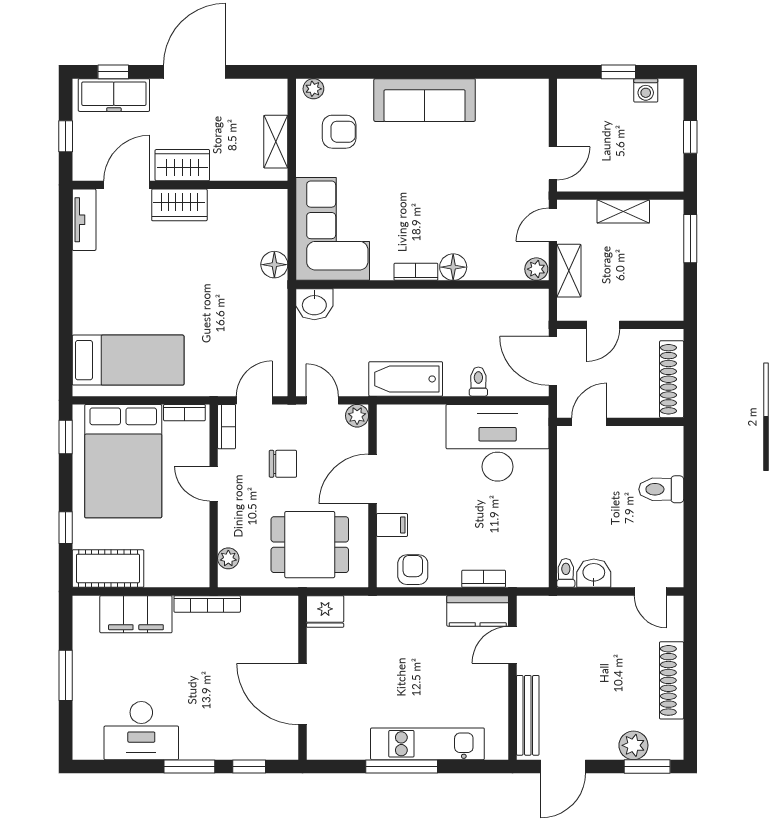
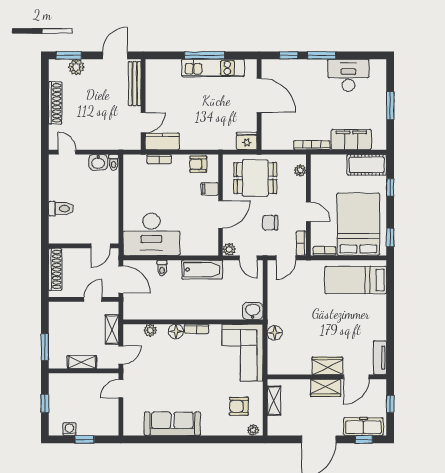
sofa: (425, 100) -> (172, 424), moved
plant: (536, 269) -> (150, 330), moved
armchair: (413, 570) -> (198, 164), turned 90
kitchen unit: (427, 744) -> (213, 68), moved

